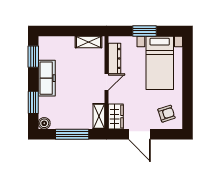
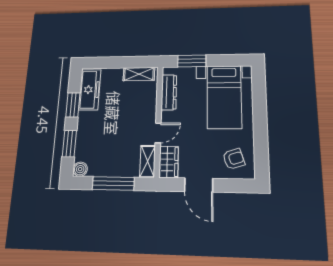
window: (144, 31) -> (192, 61), moved
window: (33, 57) -> (73, 105), moved
freezer: (47, 78) -> (90, 90), moved
door: (107, 82) -> (158, 133), moved

